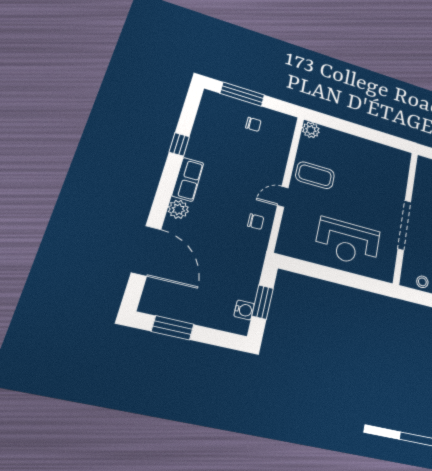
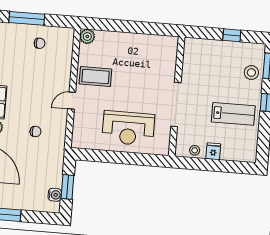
chair: (256, 222) -> (35, 131), moved

